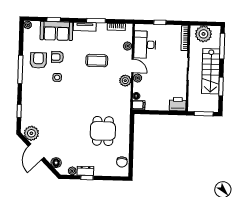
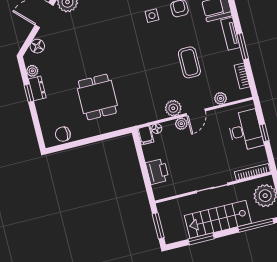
desk: (145, 45) -> (245, 130), moved, turned 90
printer: (178, 104) -> (157, 172), moved
dining table: (103, 131) -> (97, 97), turned 90

